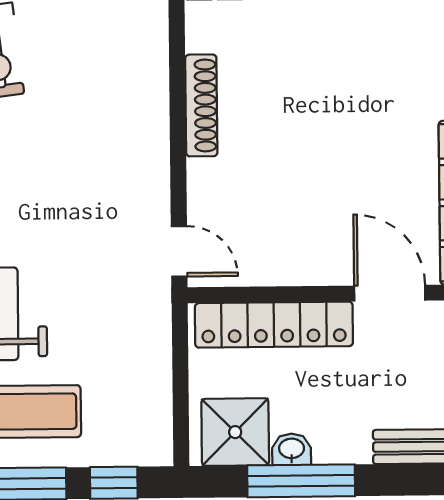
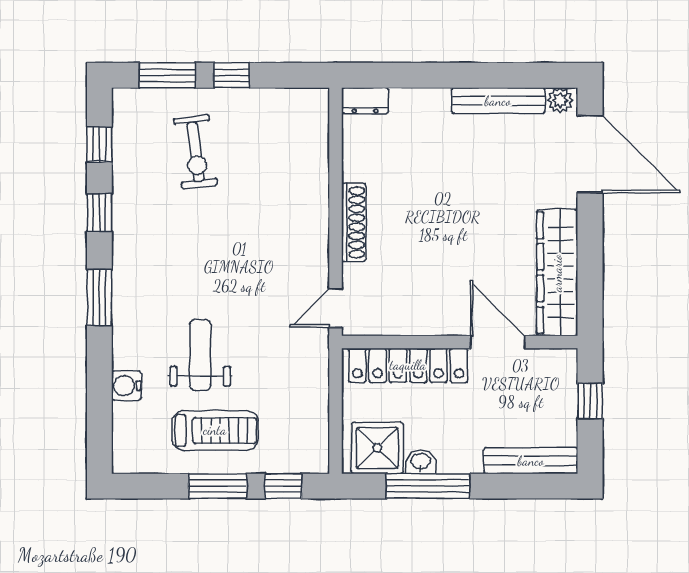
shoe rack: (201, 105) -> (354, 222), moved
door: (179, 251) -> (336, 308), swing flipped

